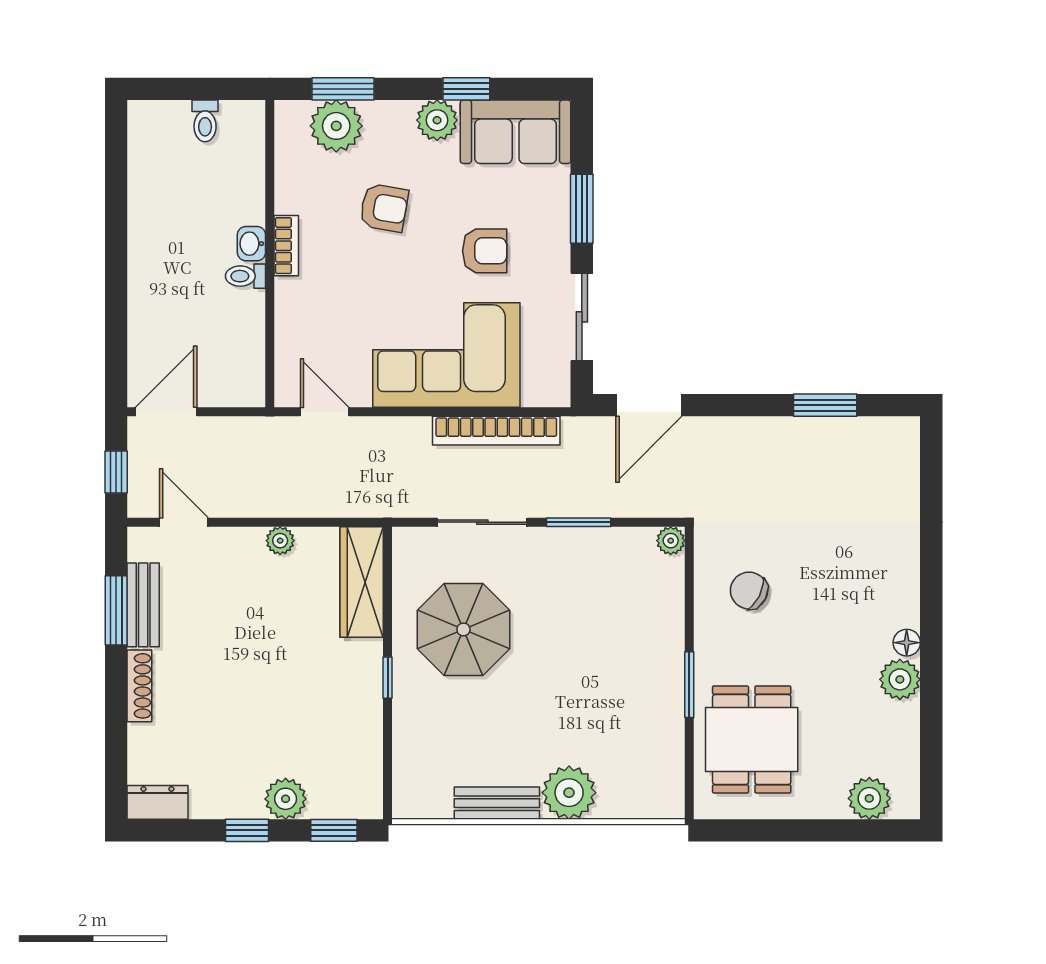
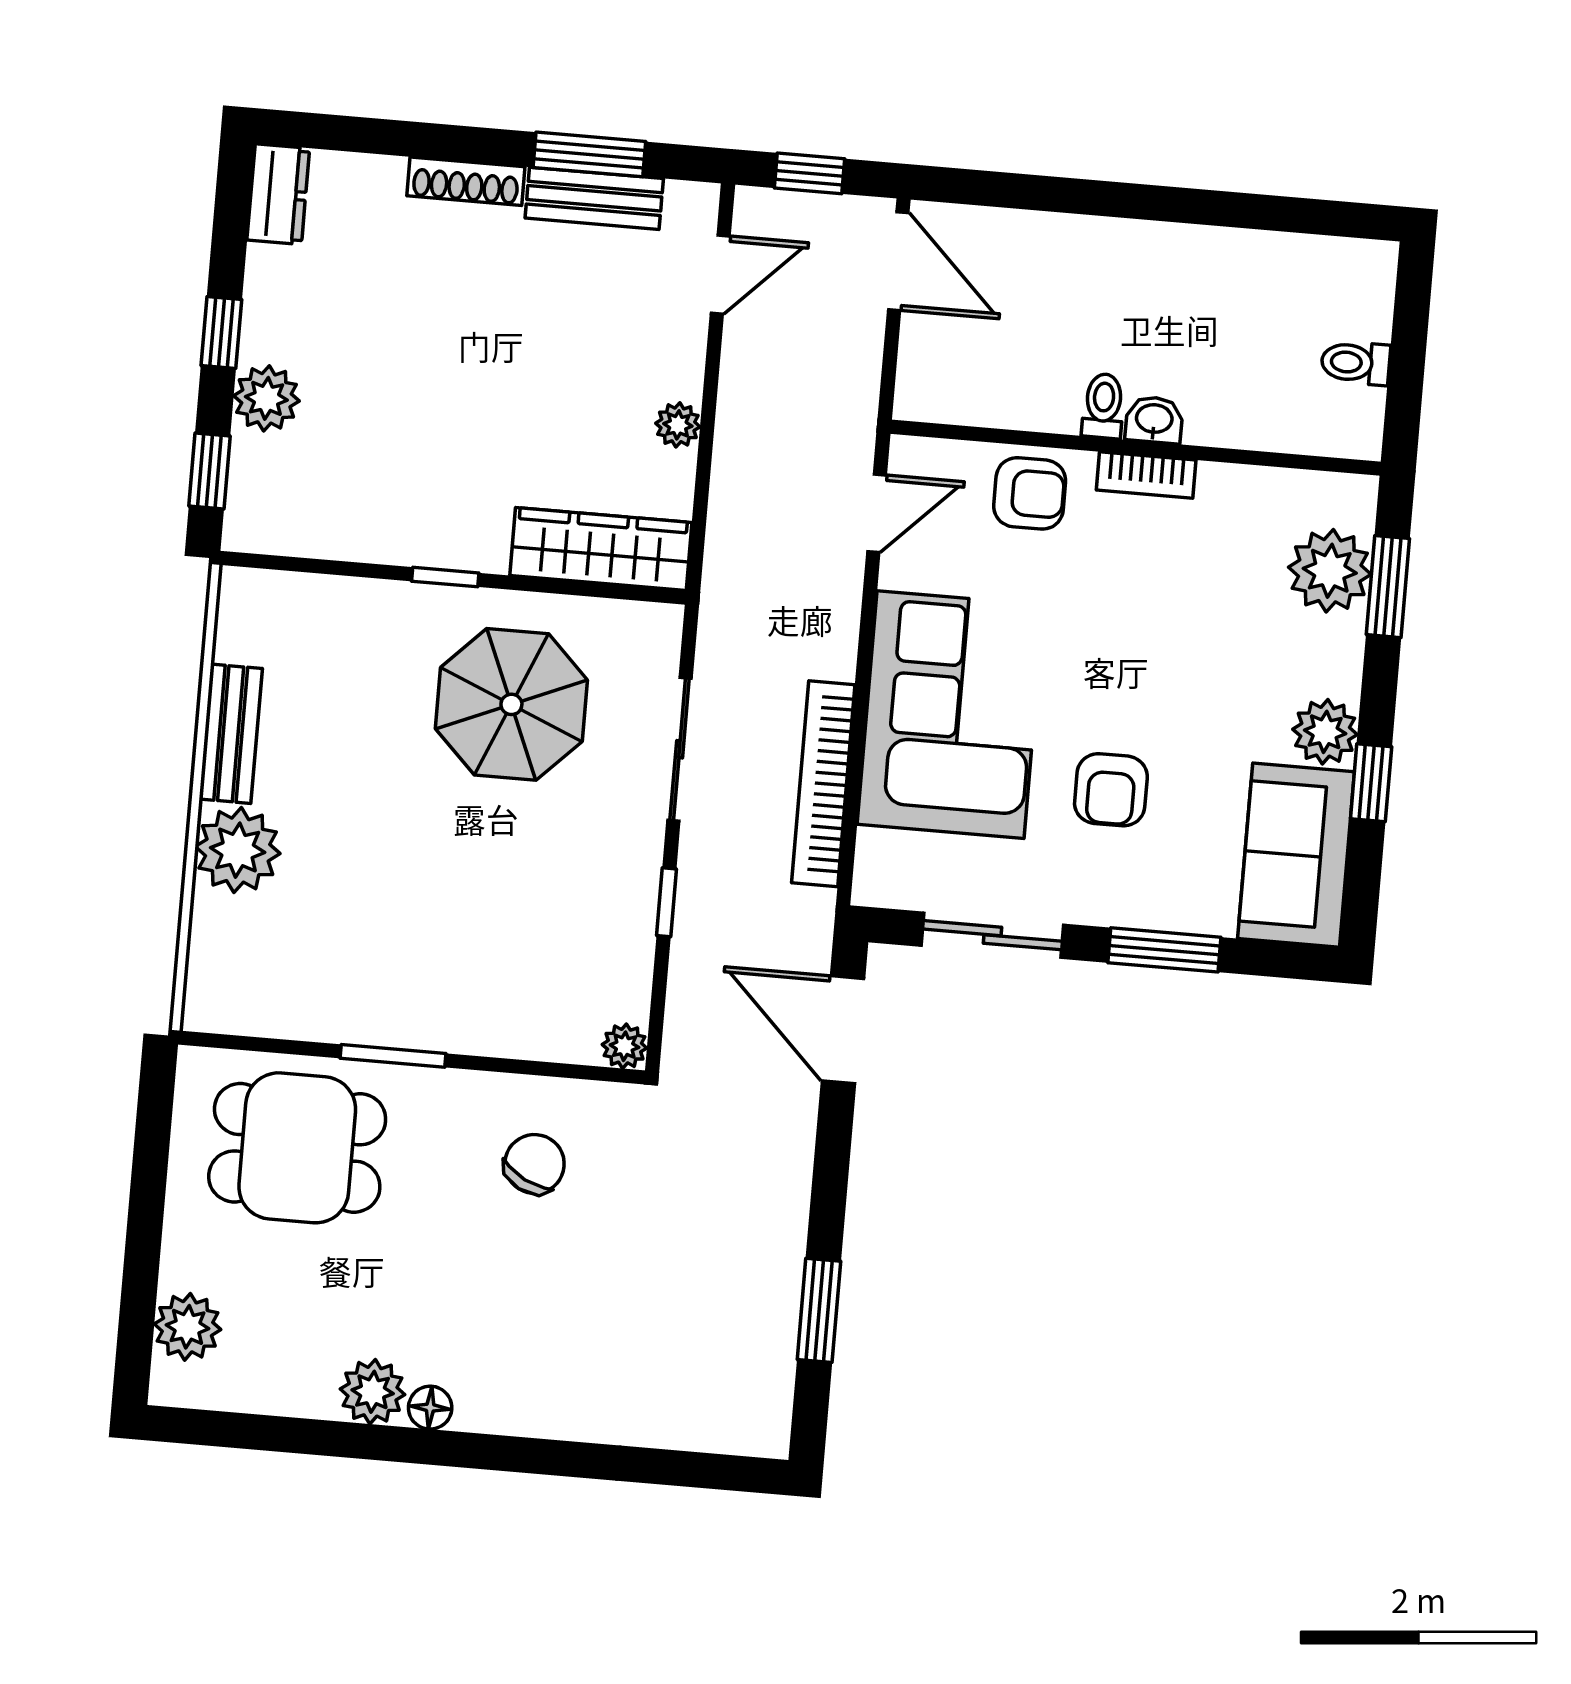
armchair: (384, 208) -> (1030, 493), moved, turned -100
window: (579, 522) -> (666, 902), width x0.67

